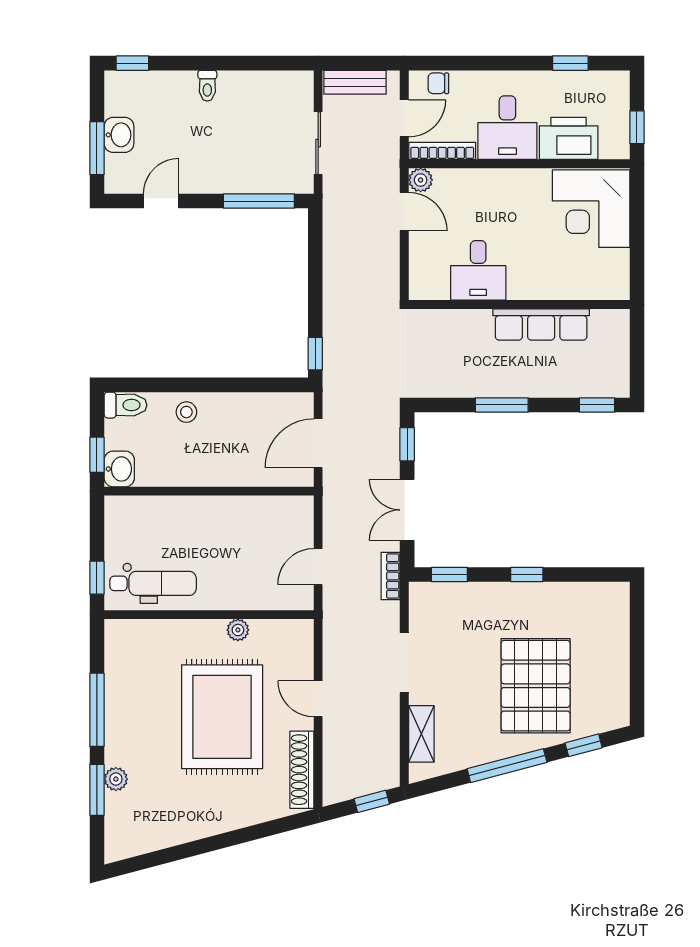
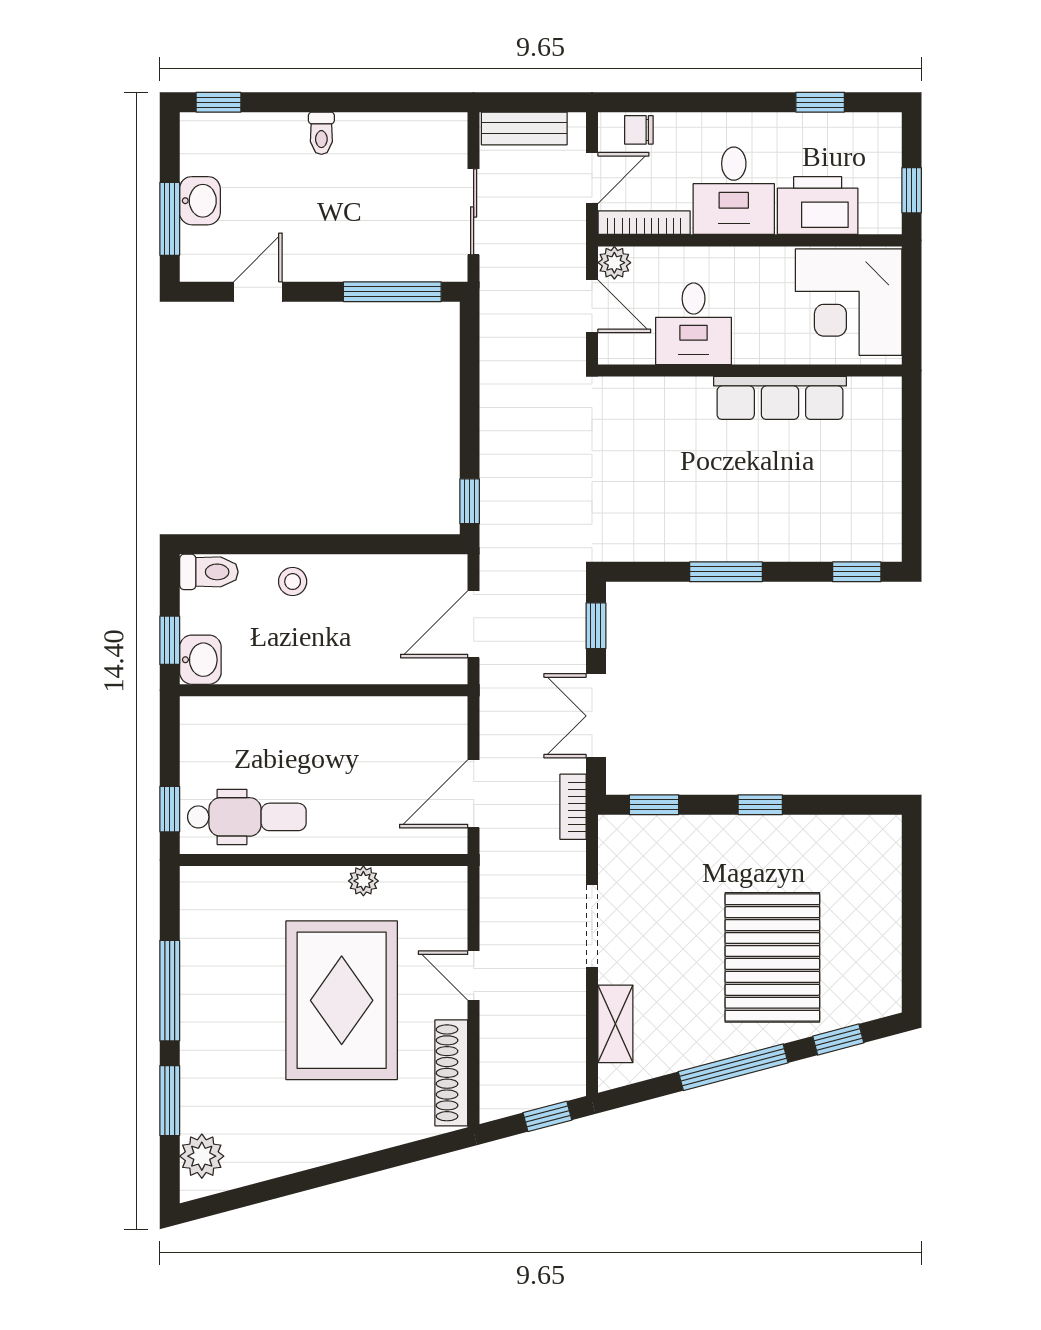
desk: (478, 270) -> (694, 324), moved
wall: (519, 304) -> (750, 371), moved
row of seats: (541, 324) -> (780, 398), moved
door: (318, 567) -> (474, 794), width x1.38
plant: (116, 779) -> (202, 1156), moved, width x1.38, depth x1.38

